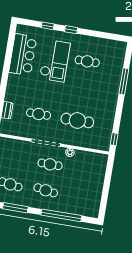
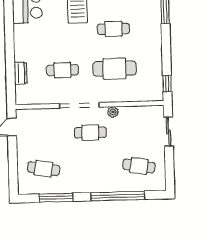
cafe table: (82, 91) -> (113, 29), added
sliding door: (108, 175) -> (169, 132), added
cafe table: (46, 190) -> (139, 166), moved

